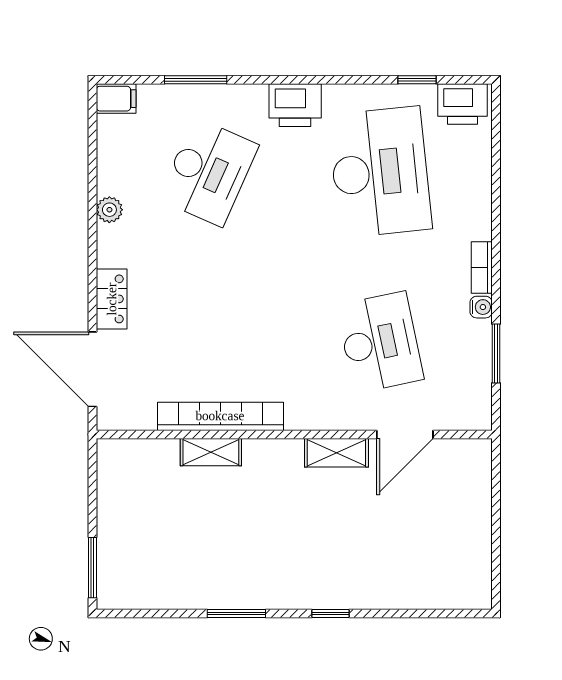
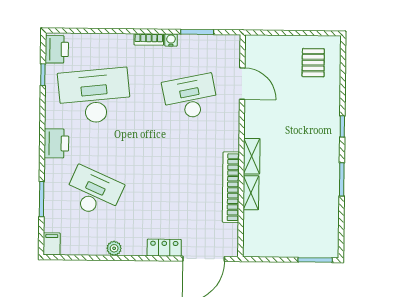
shelving: (336, 453) -> (252, 156), moved
pallet: (443, 561) -> (313, 63), added

